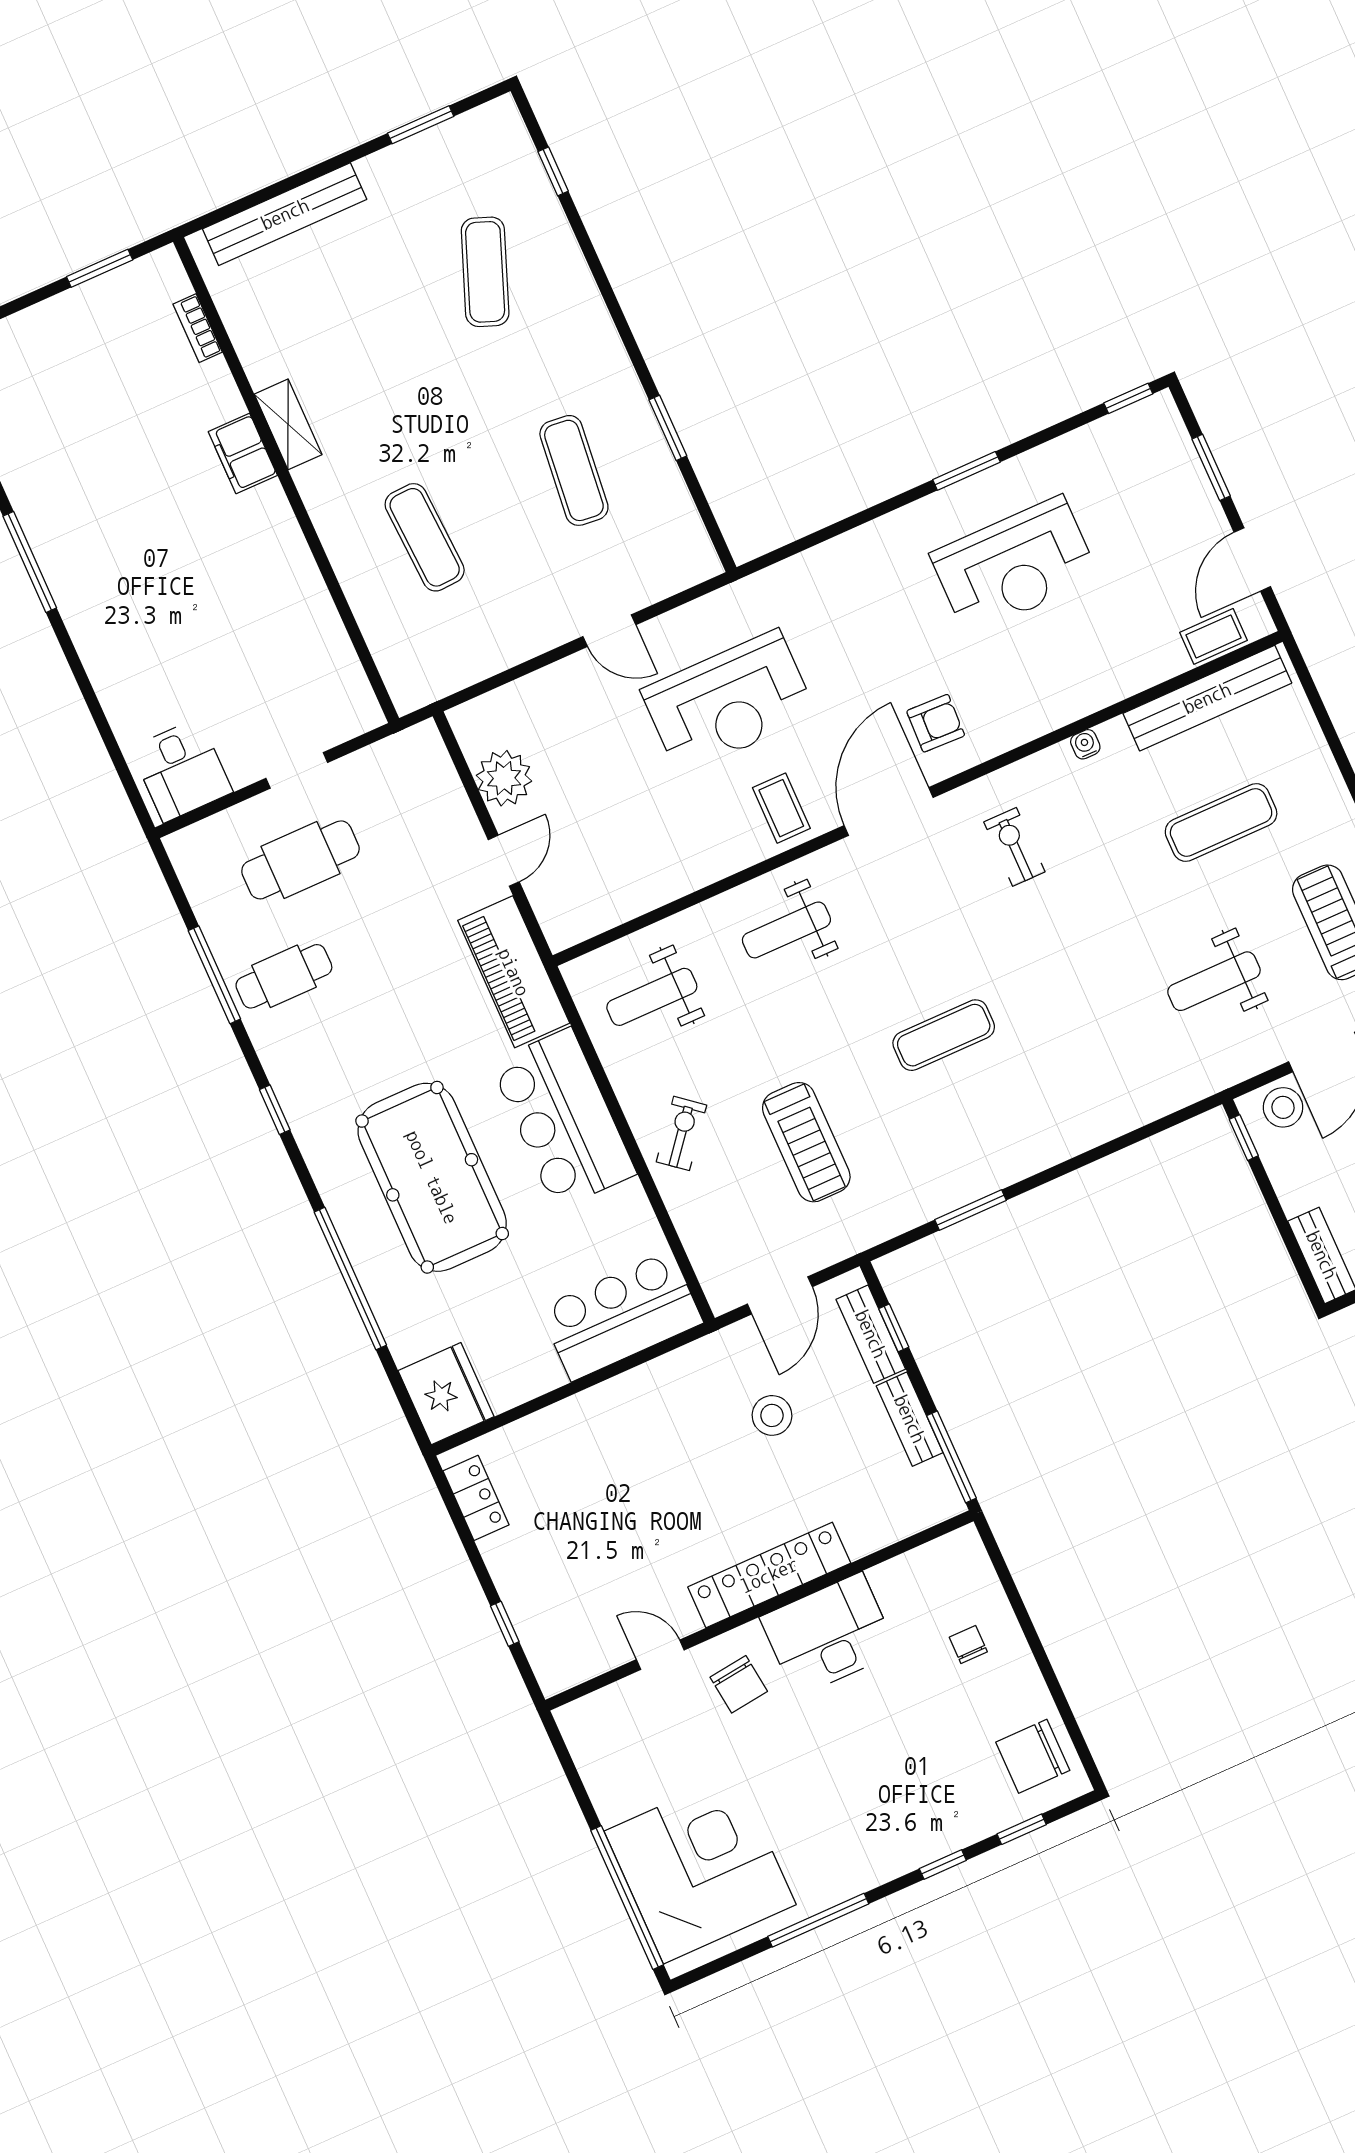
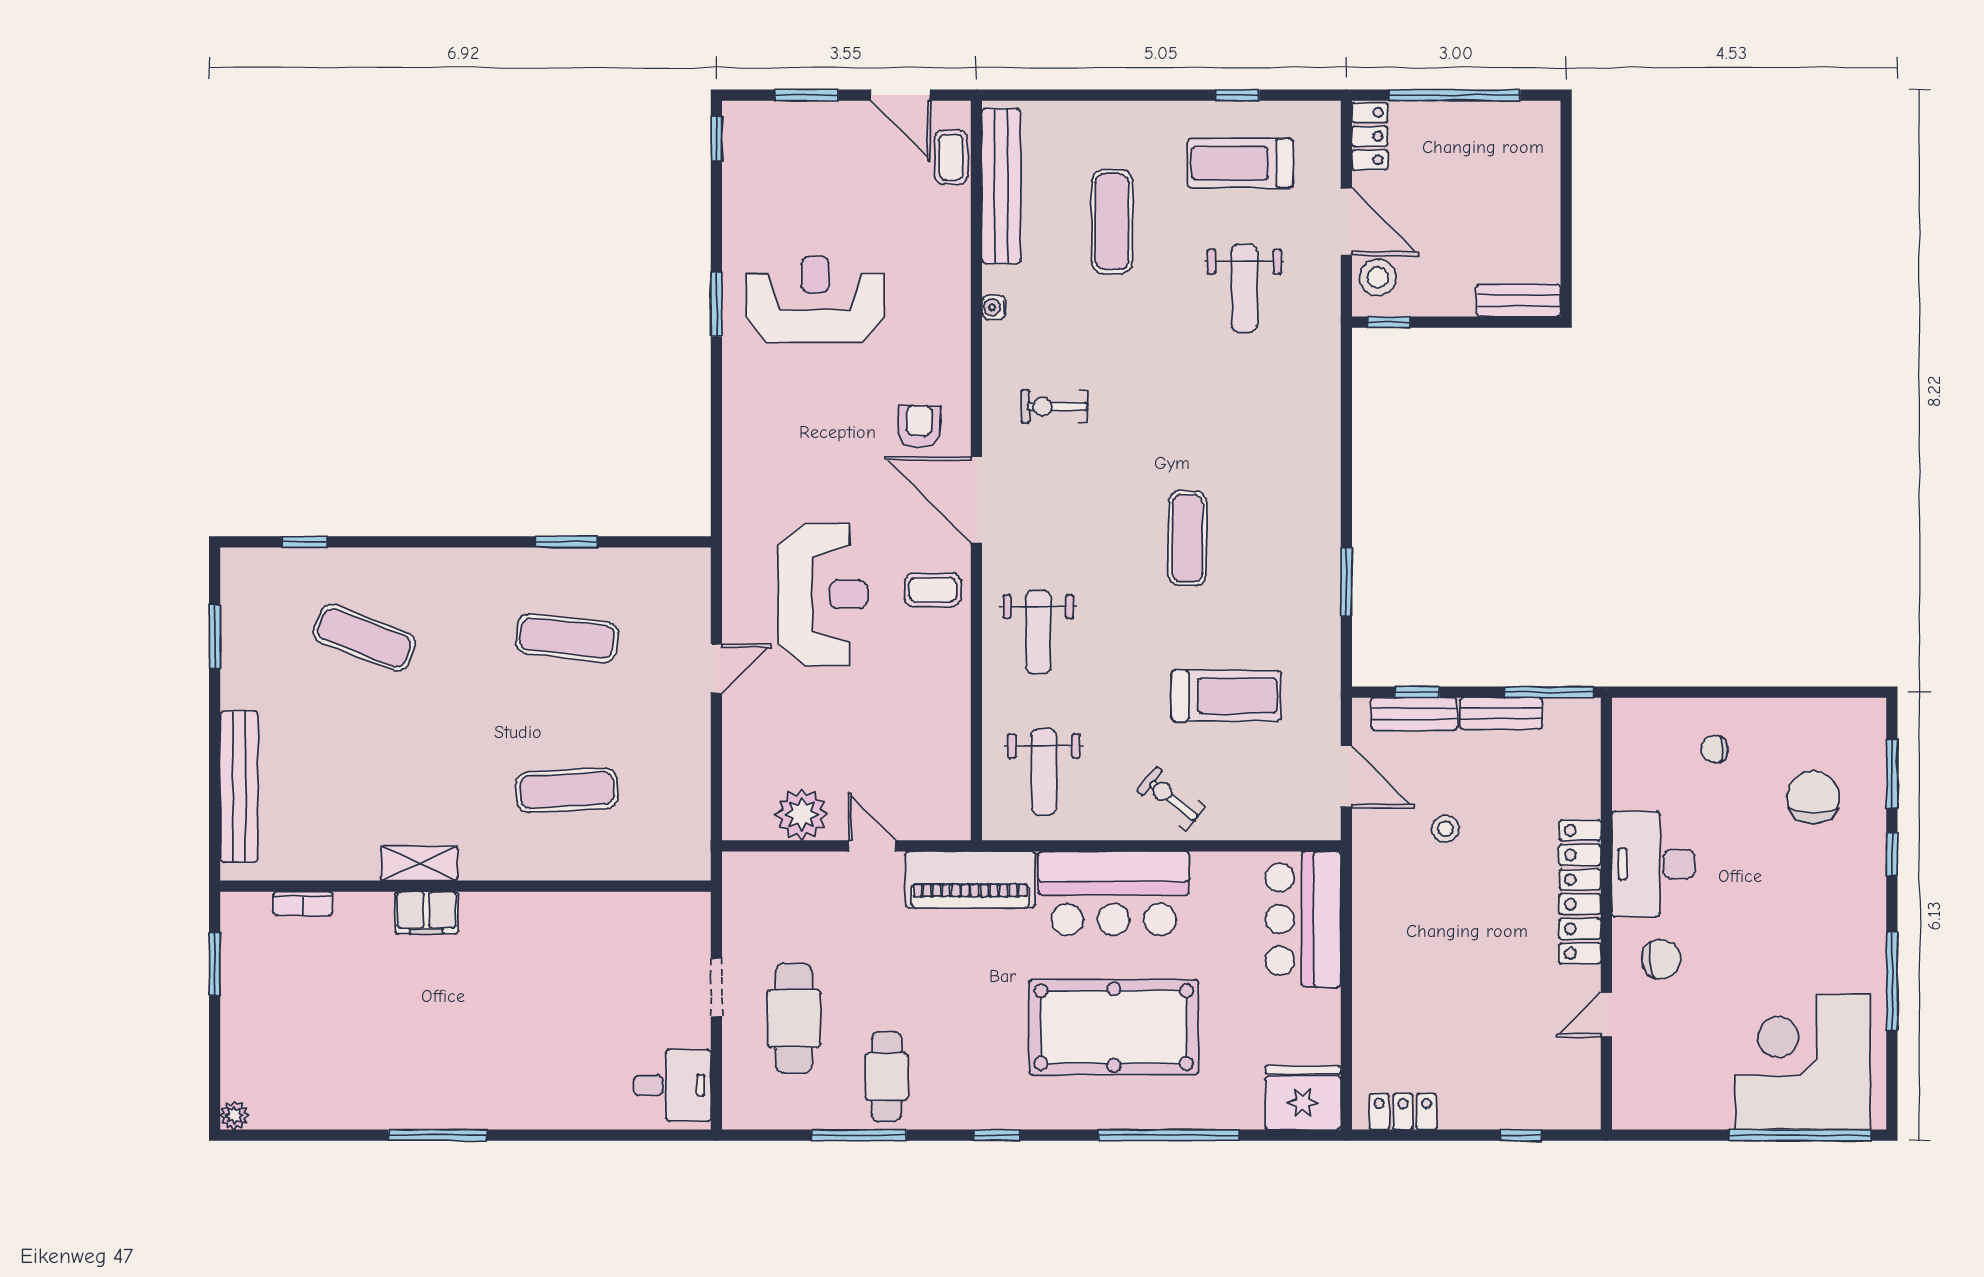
reception desk: (1014, 566) -> (815, 300), turned -90
stool: (772, 1415) -> (1445, 829), width x0.73, depth x0.73
chair: (1033, 1756) -> (1813, 797), moved, turned 180
window: (1022, 1829) -> (1892, 774), width x1.50

